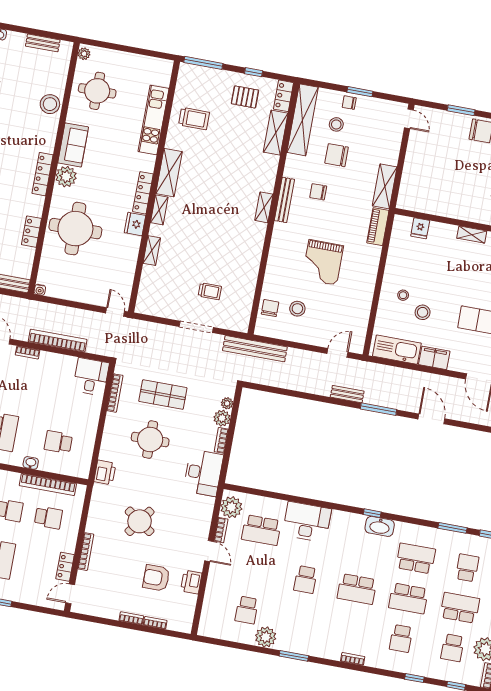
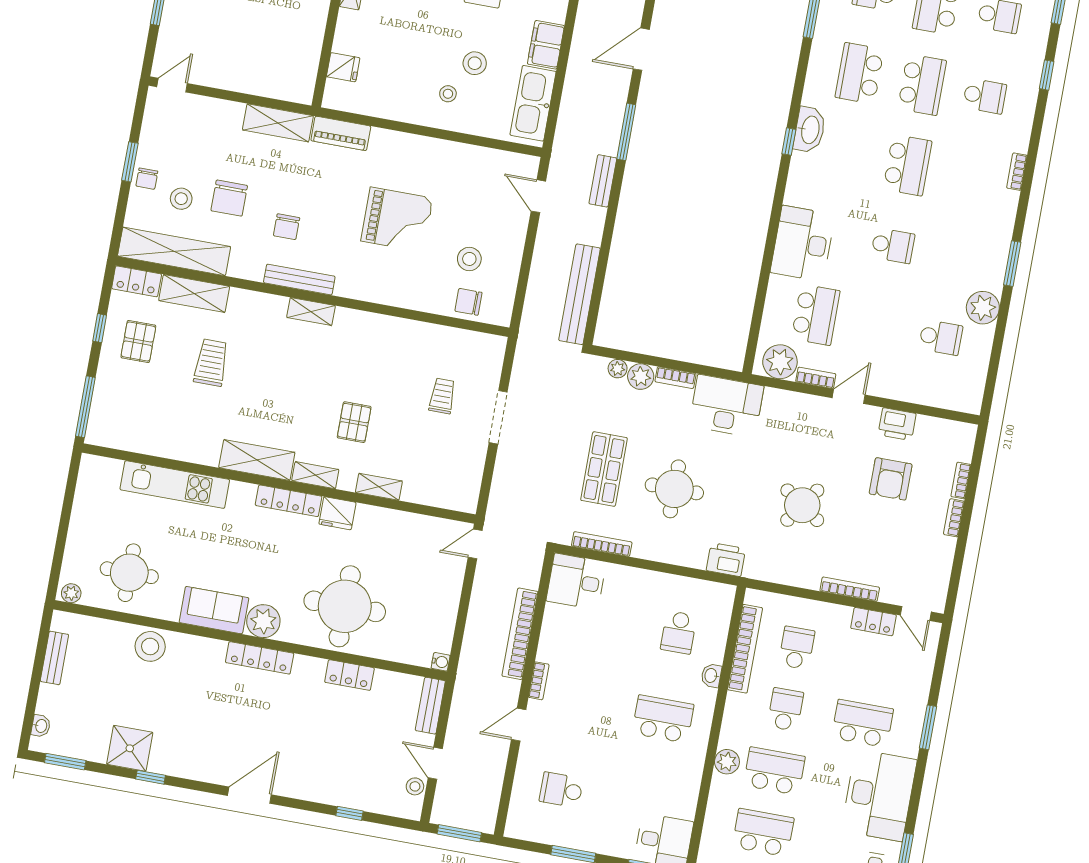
trolley: (194, 119) -> (211, 363), moved
pallet: (193, 235) -> (354, 422), added
bench: (255, 349) -> (580, 294), moved

